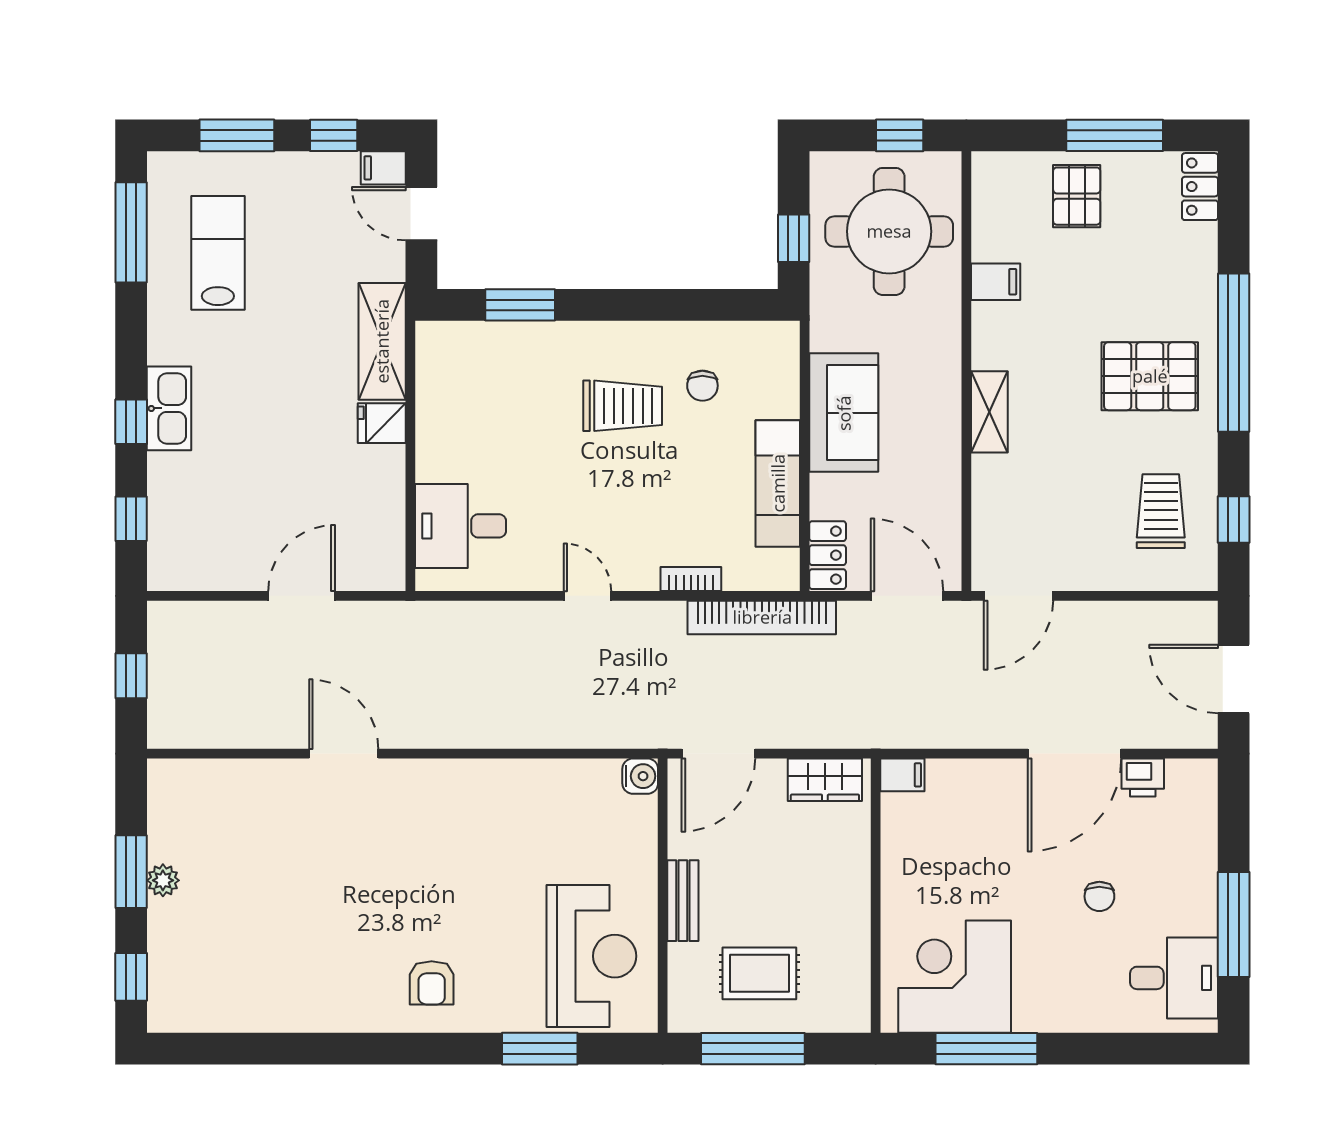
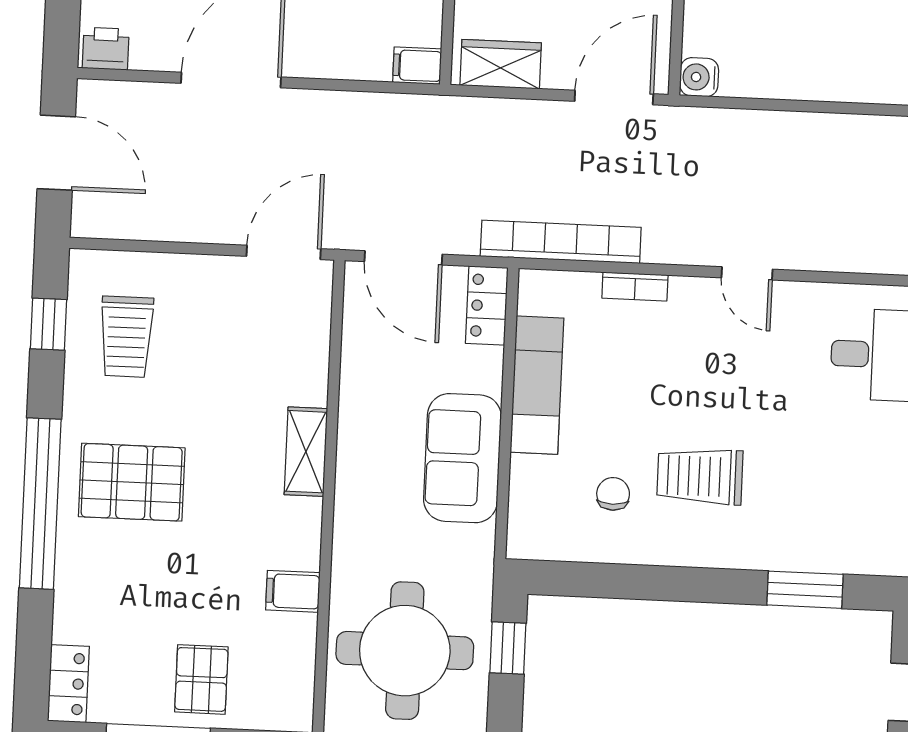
printer: (1143, 777) -> (106, 49), moved

